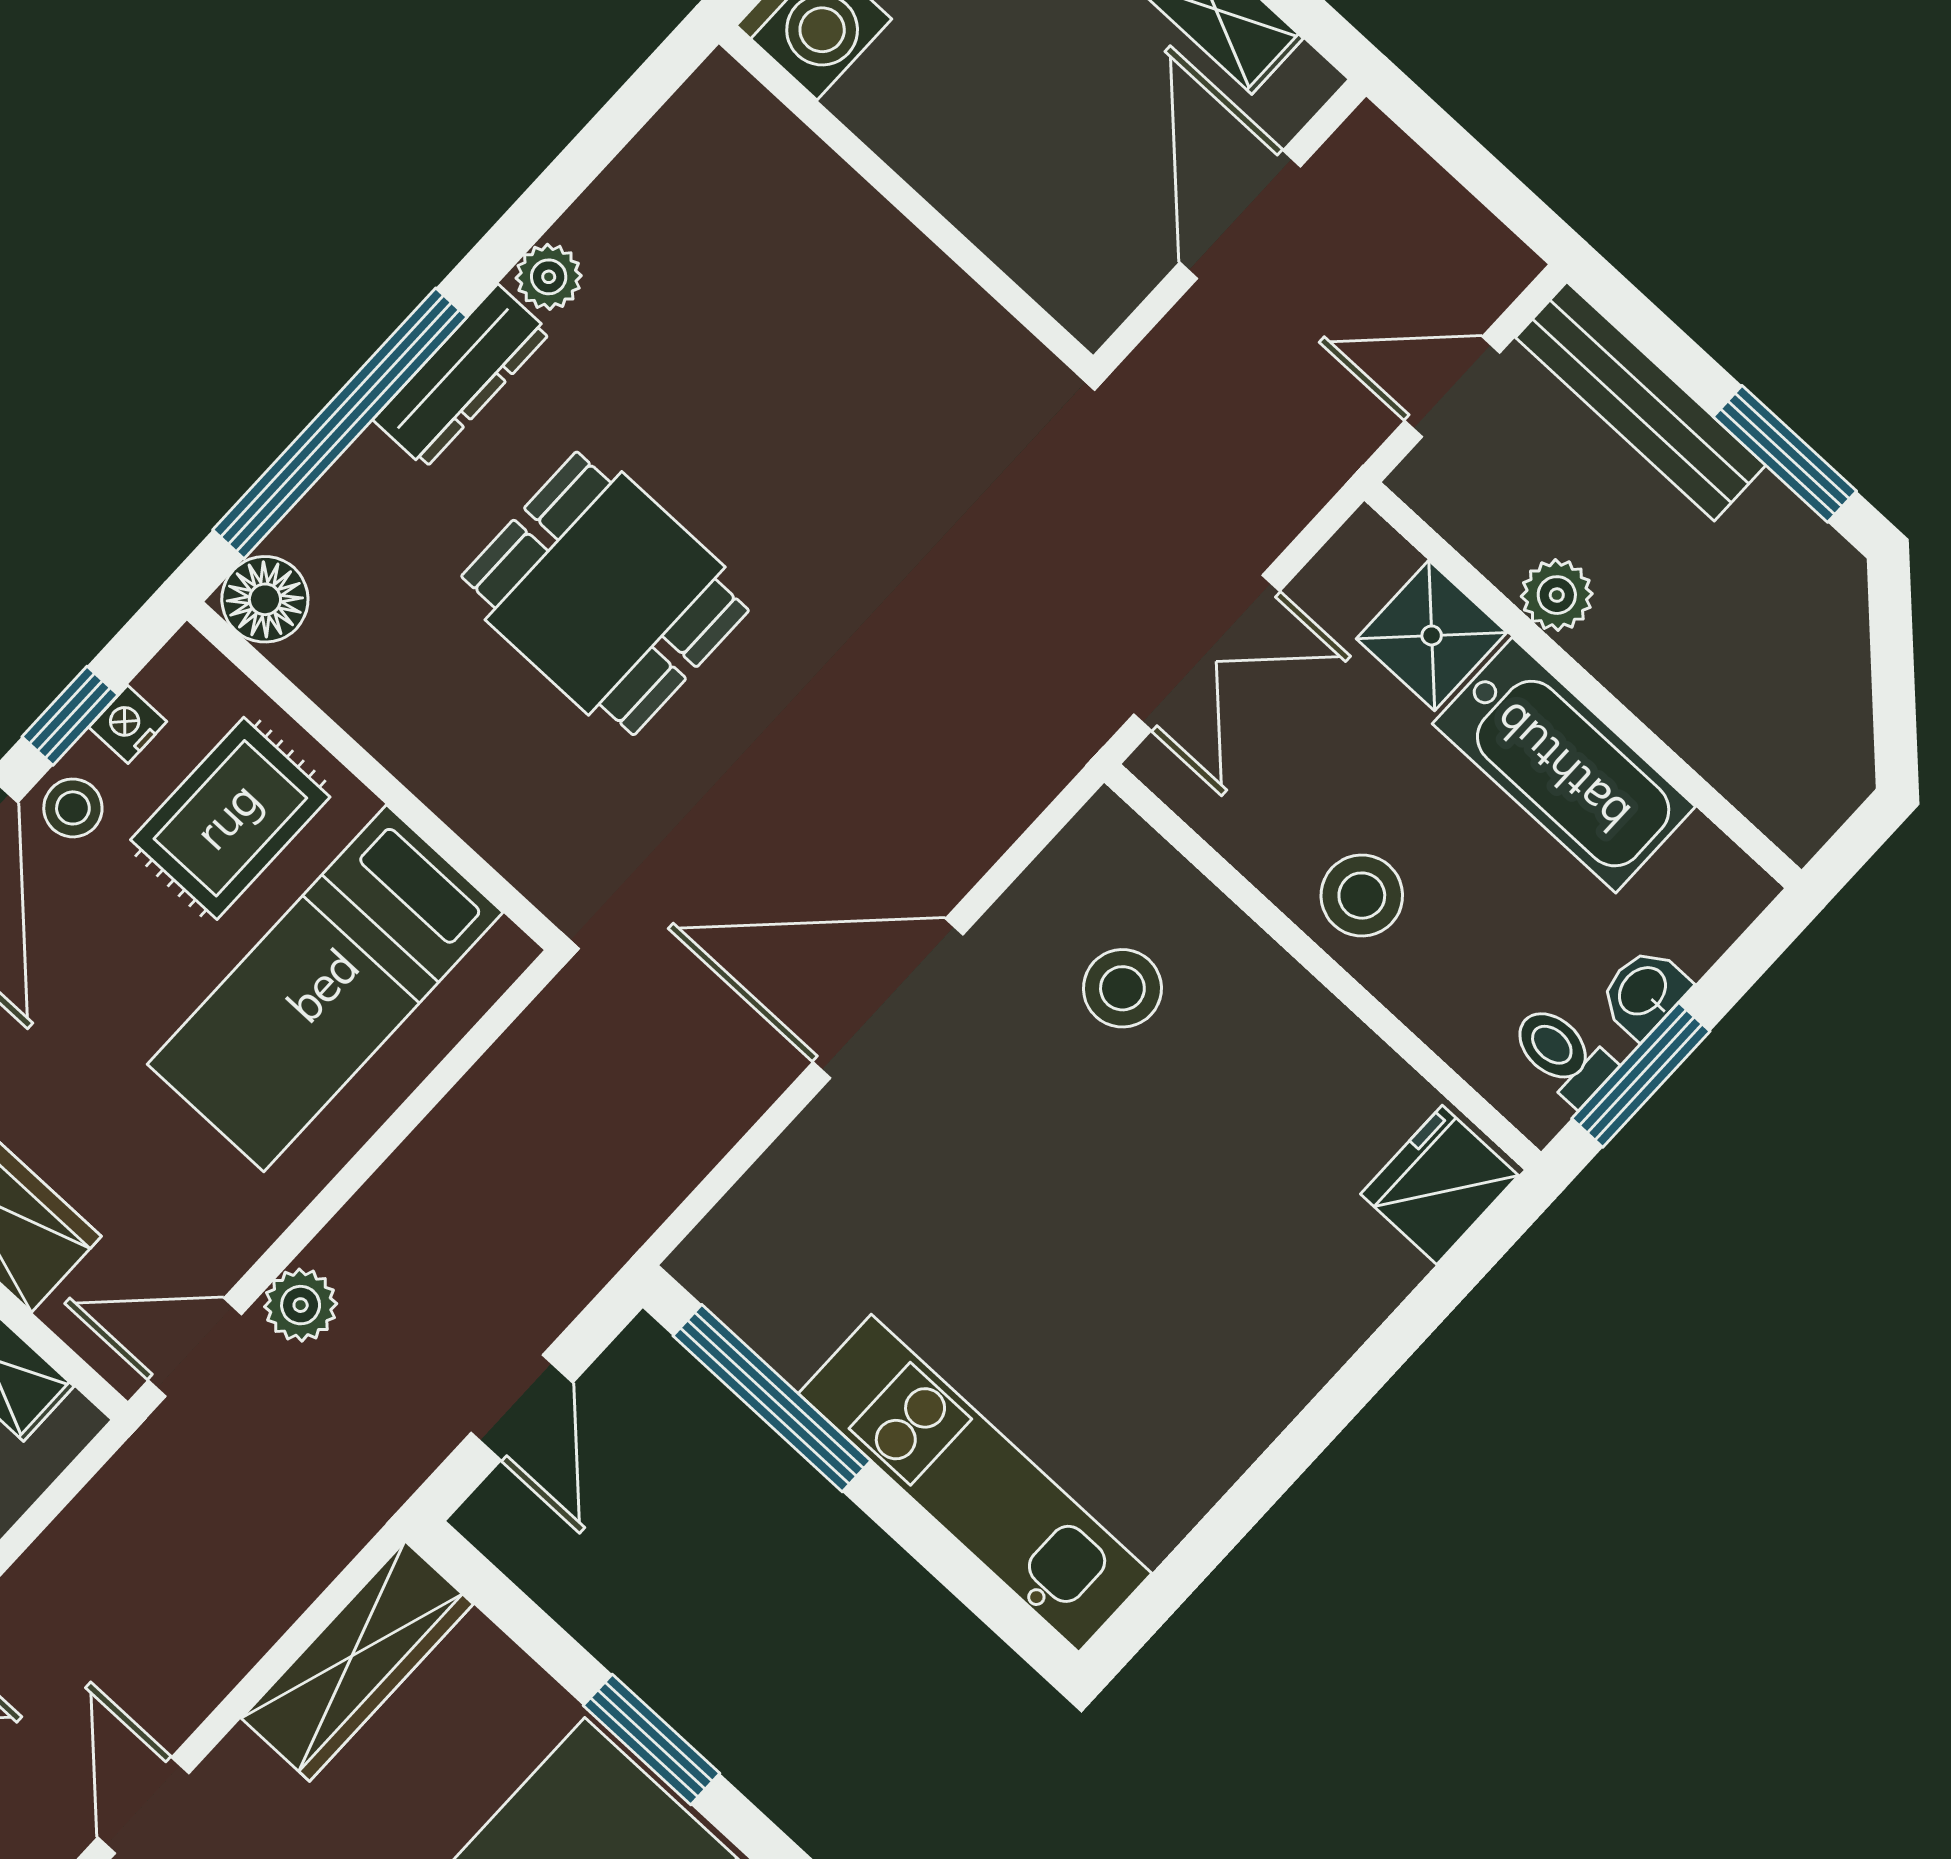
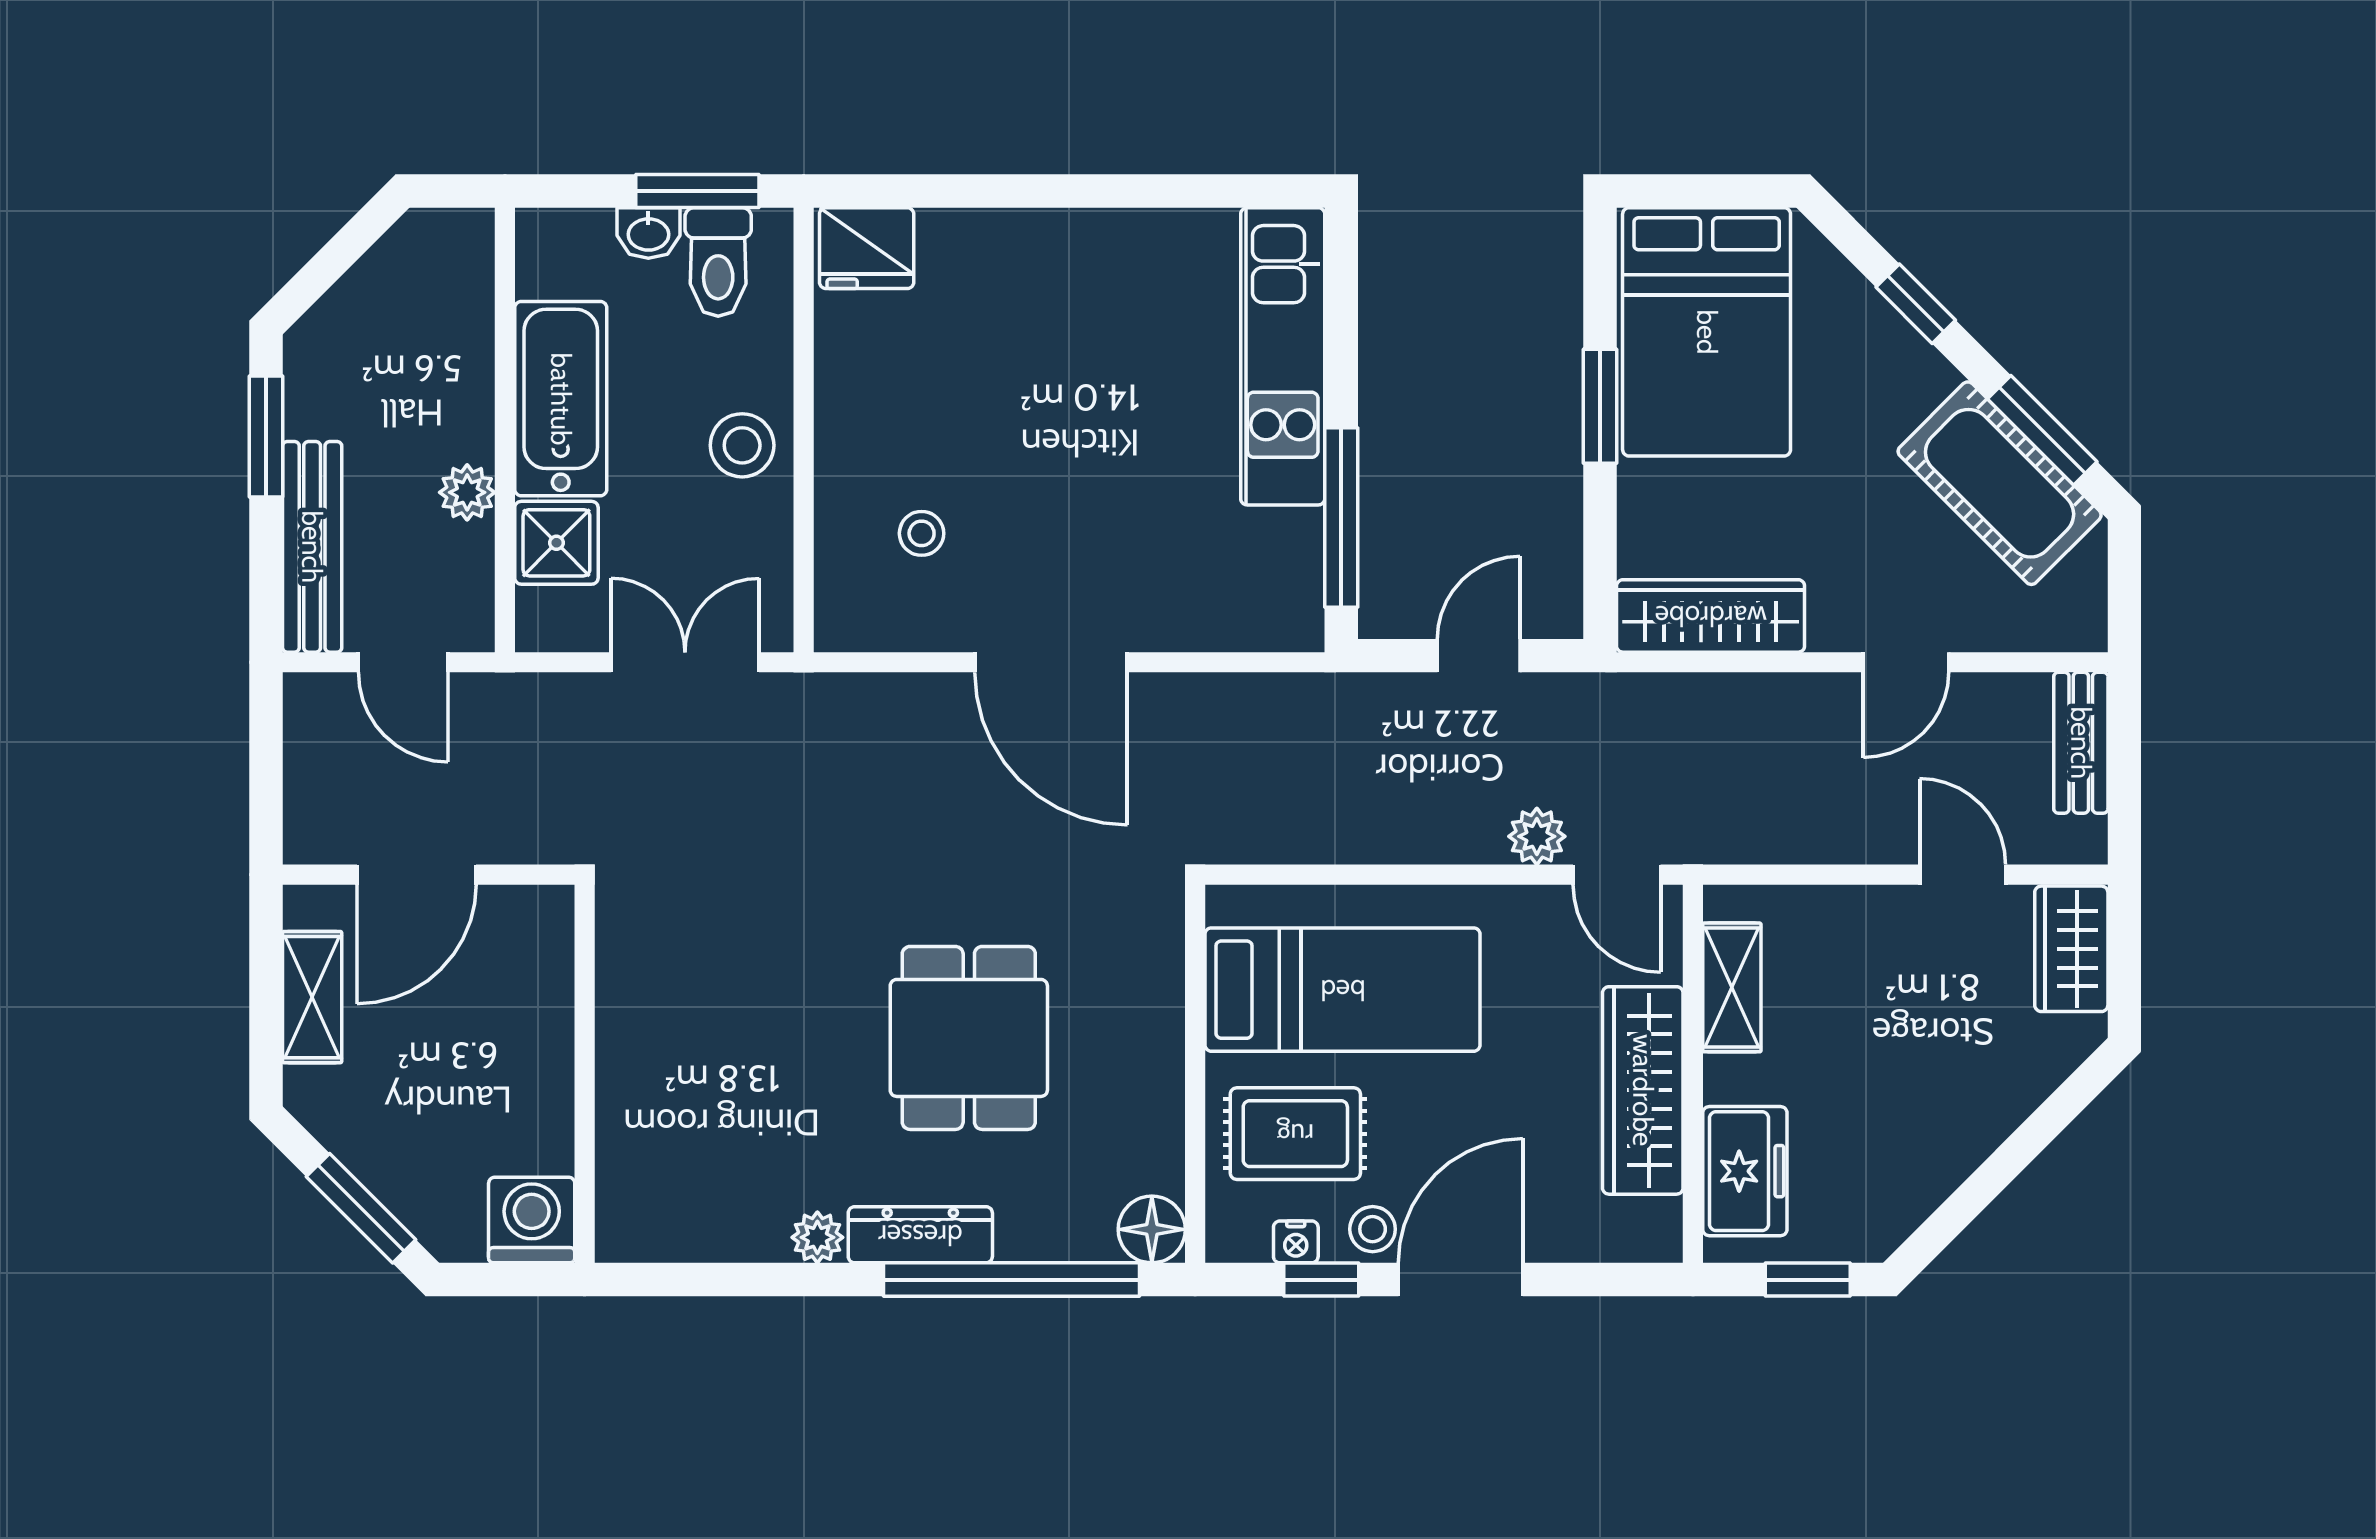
stool: (1122, 988) -> (922, 533), width x0.73, depth x0.73
toilet: (1562, 1054) -> (718, 262), width x1.37, depth x1.39

